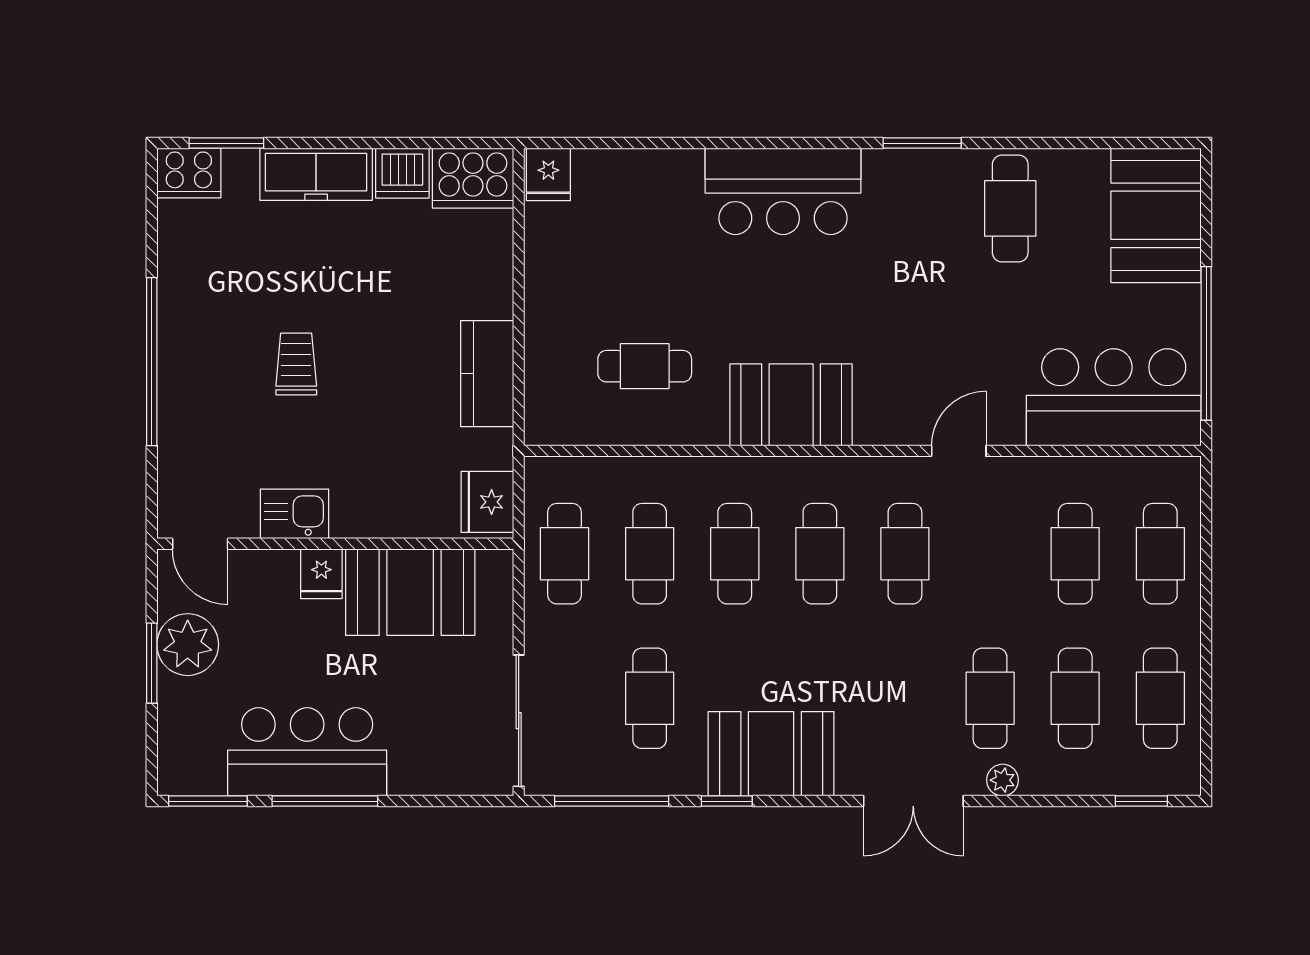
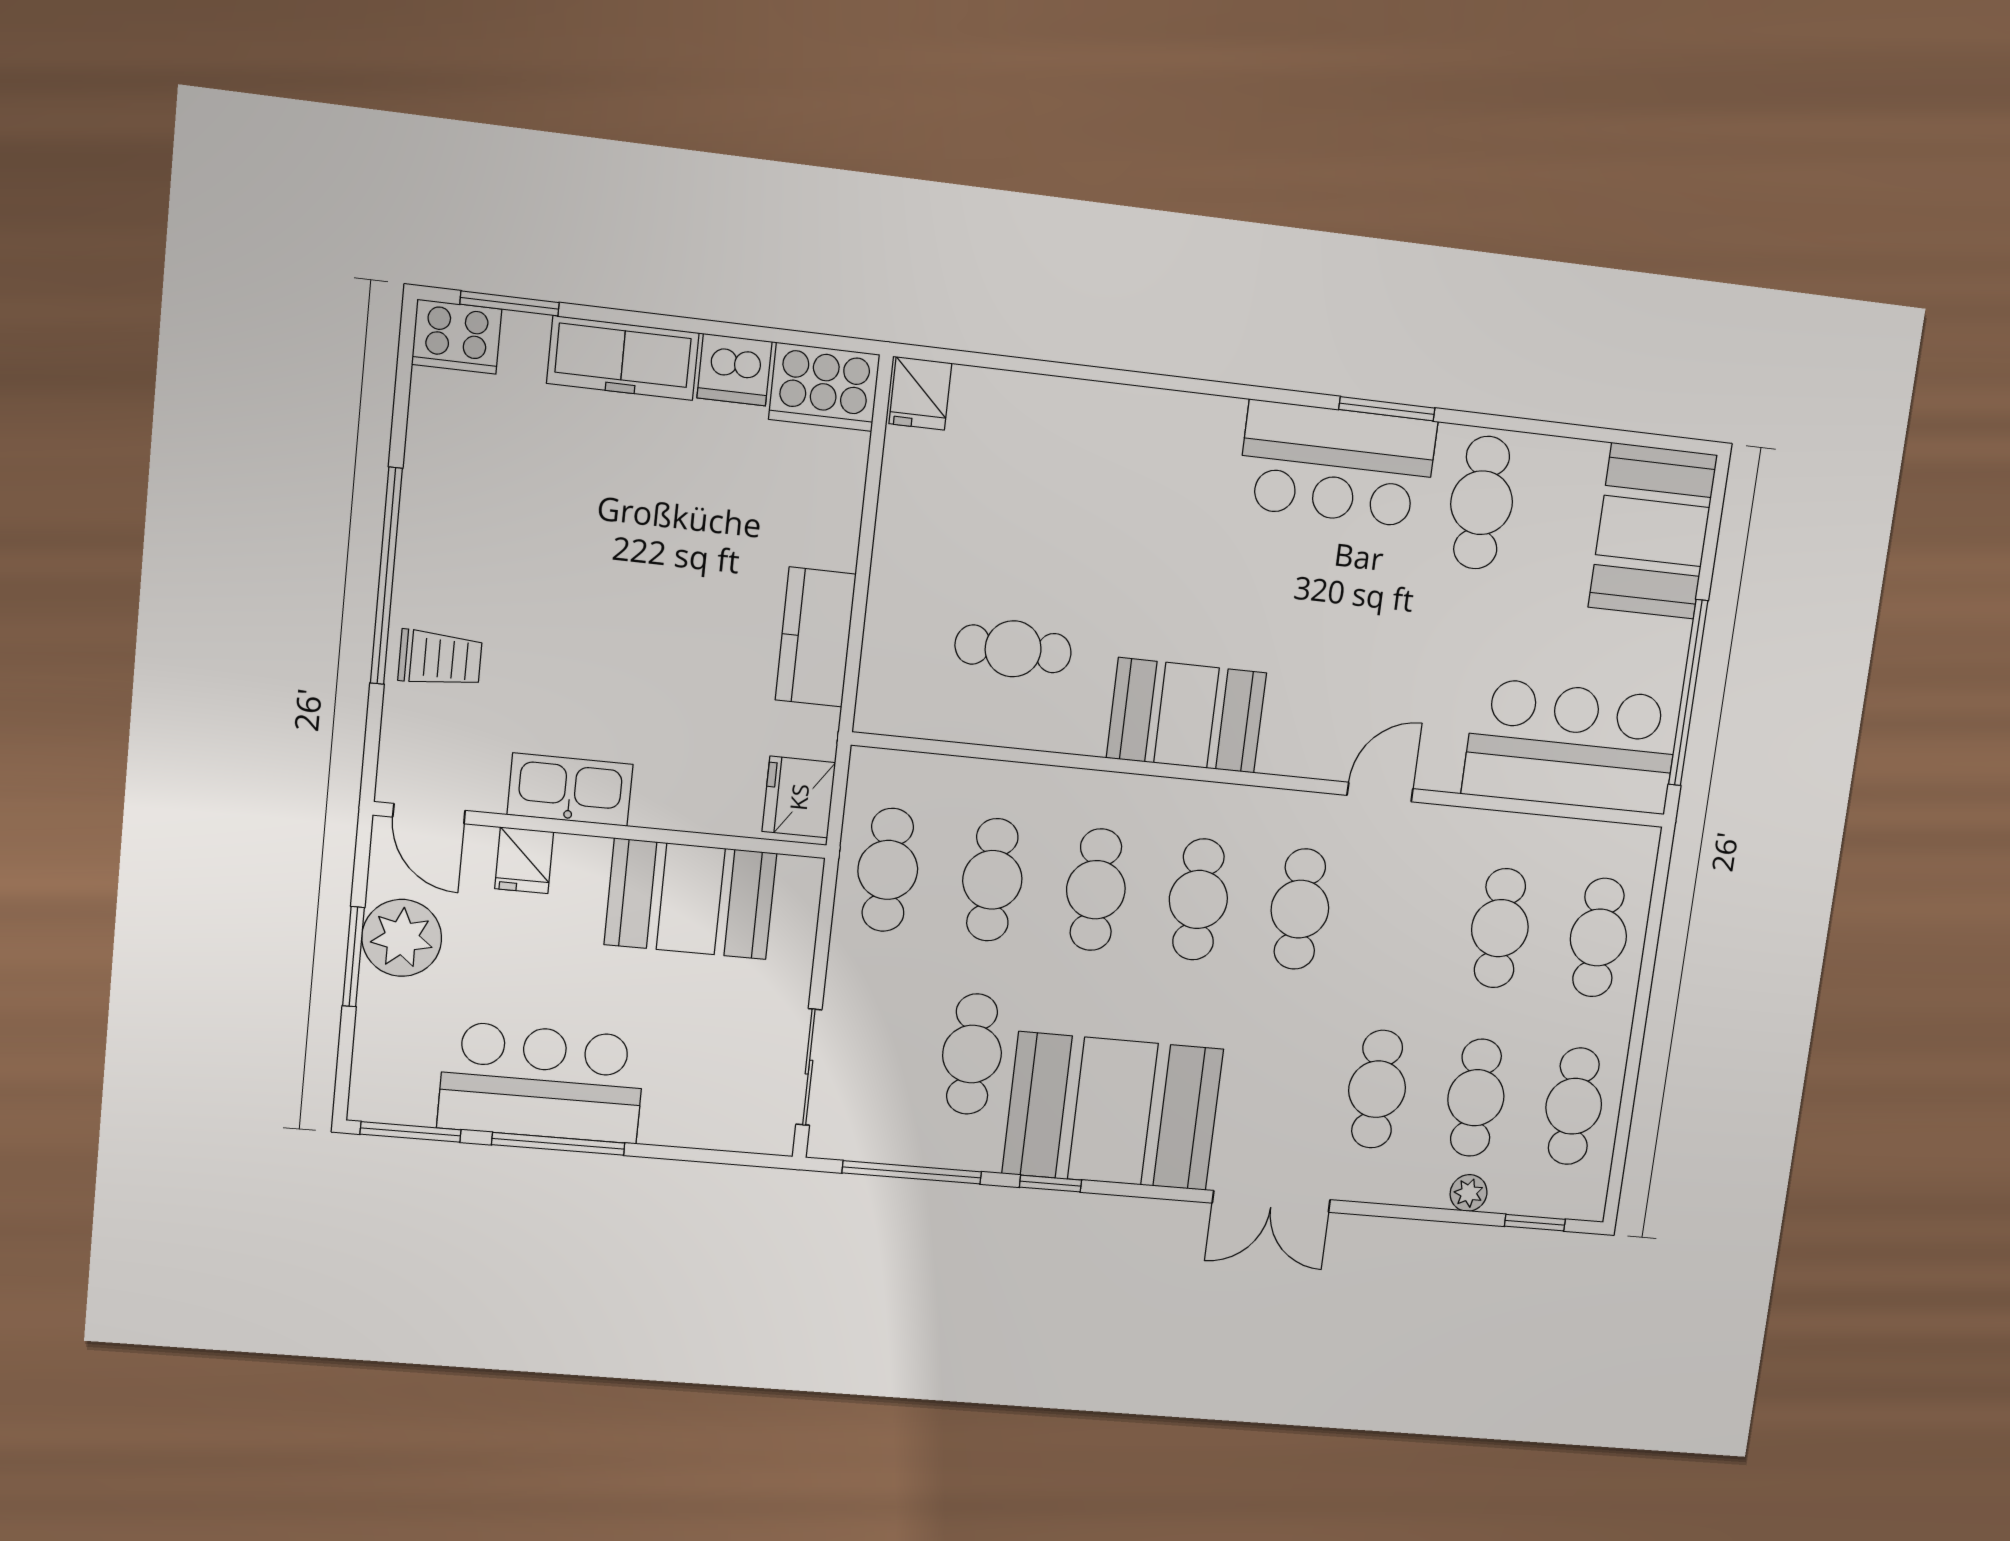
bar counter: (783, 191) -> (1337, 464), moved
trolley: (296, 364) -> (440, 659), moved, turned 90
kitchen sink: (295, 514) -> (570, 790), width x1.38
fridge: (321, 574) -> (524, 860), moved
sliding door: (519, 721) -> (809, 1067), width x0.73
booth: (771, 754) -> (1113, 1111), width x1.36, depth x1.42
plant: (1003, 780) -> (1469, 1193), moved

